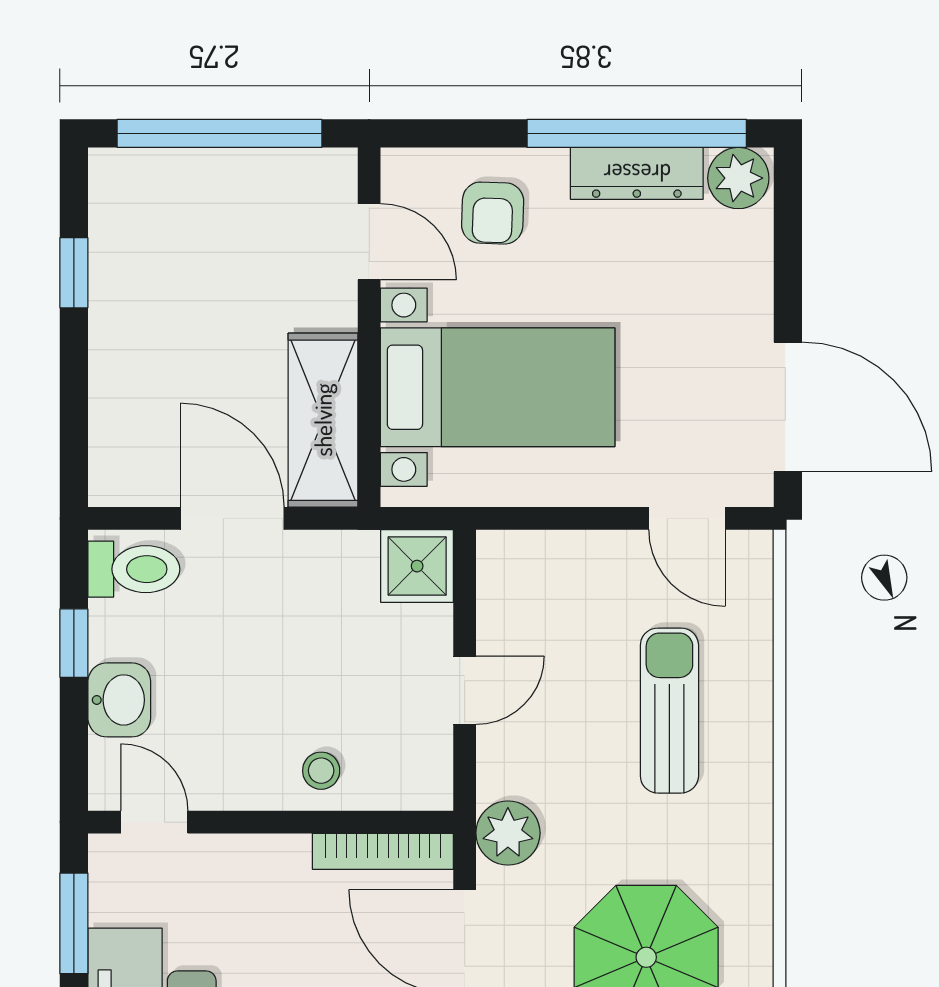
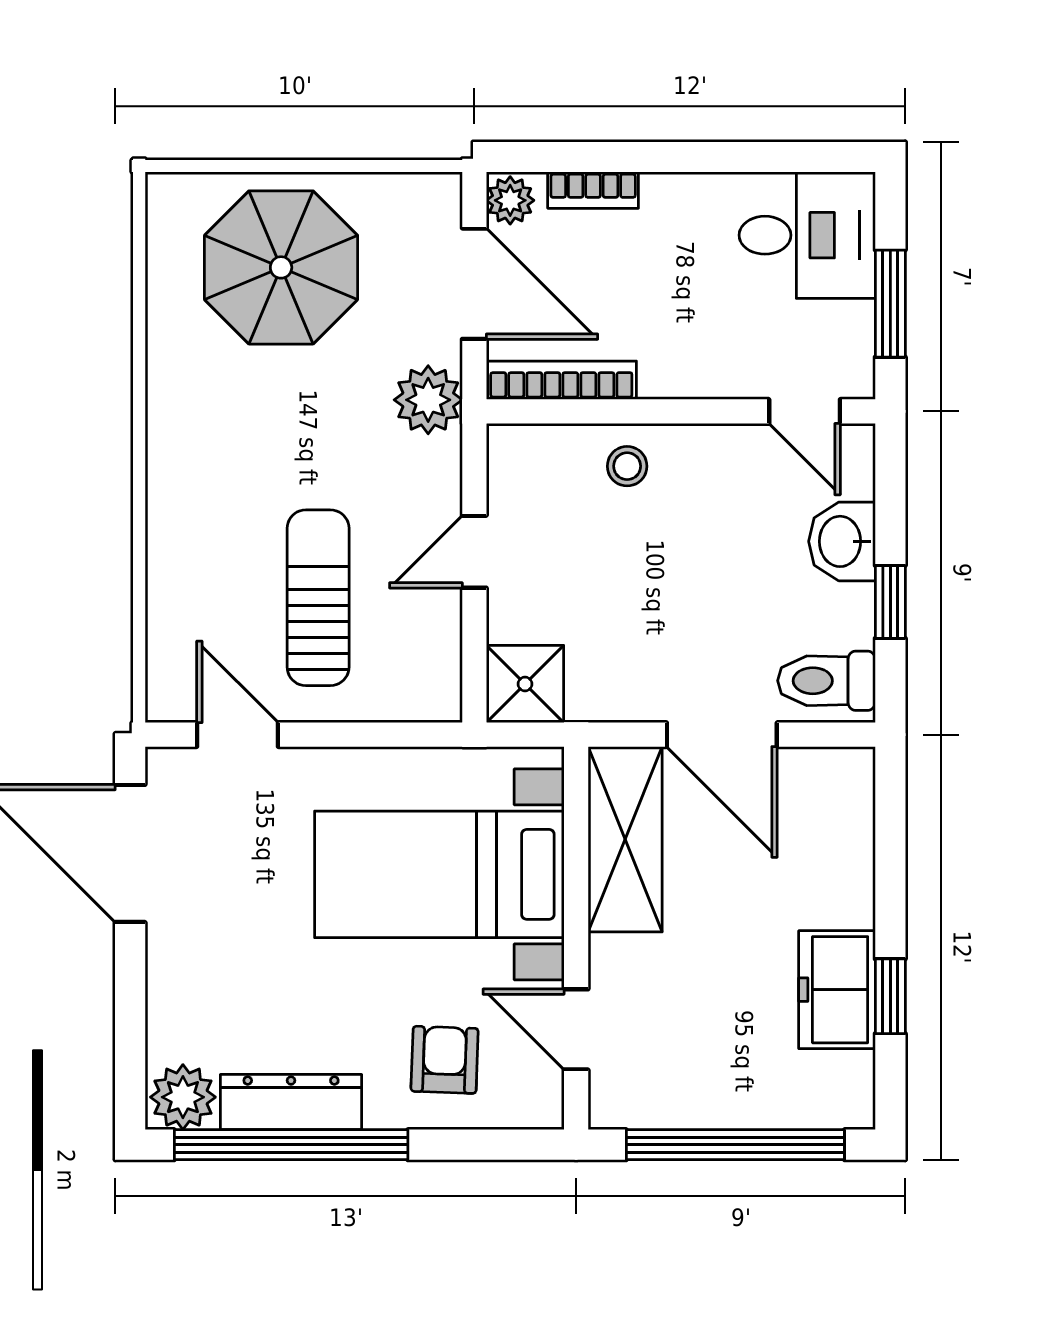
freezer: (124, 279) -> (837, 990), added
sun lounger: (669, 711) -> (318, 598), moved, turned 180

